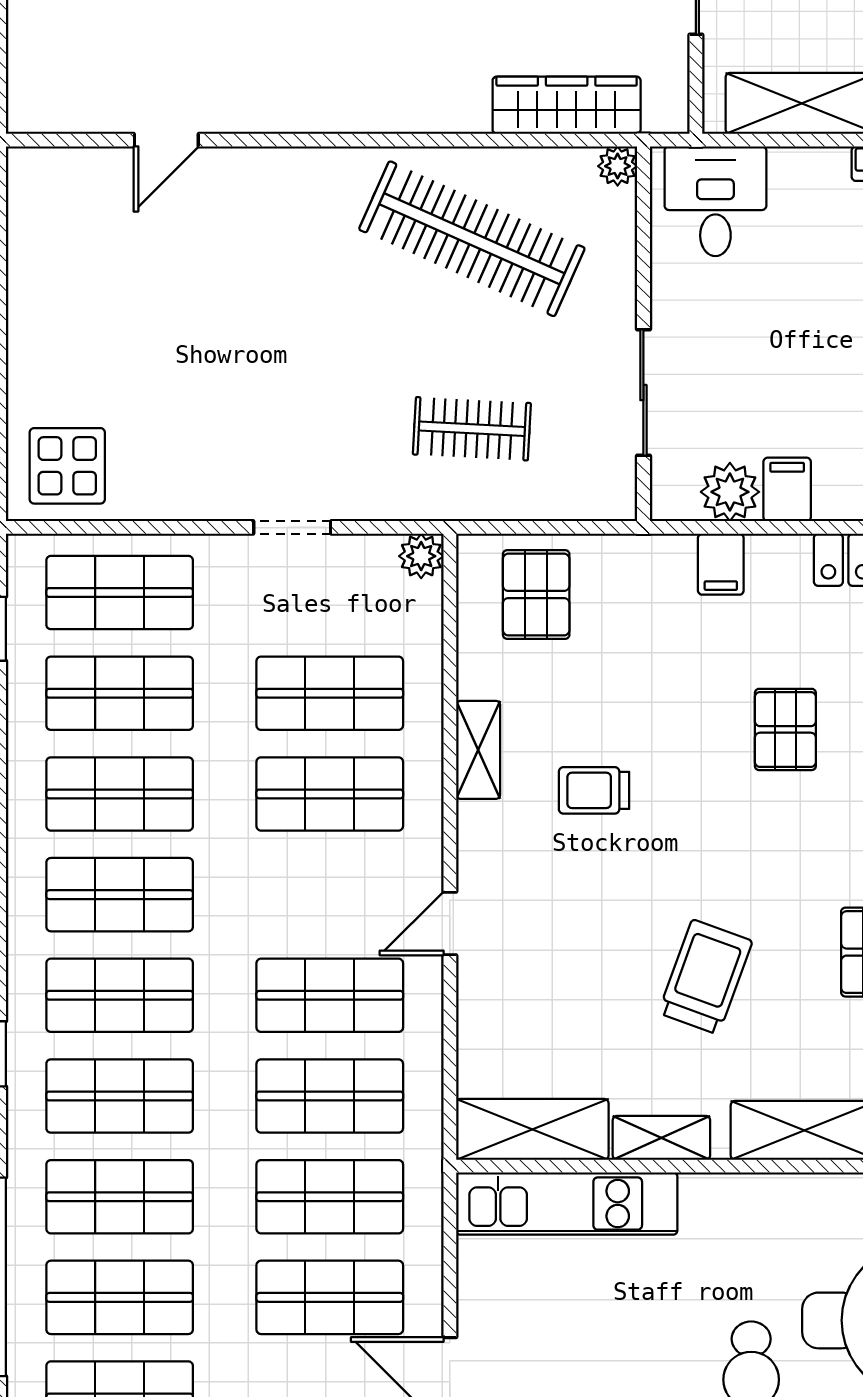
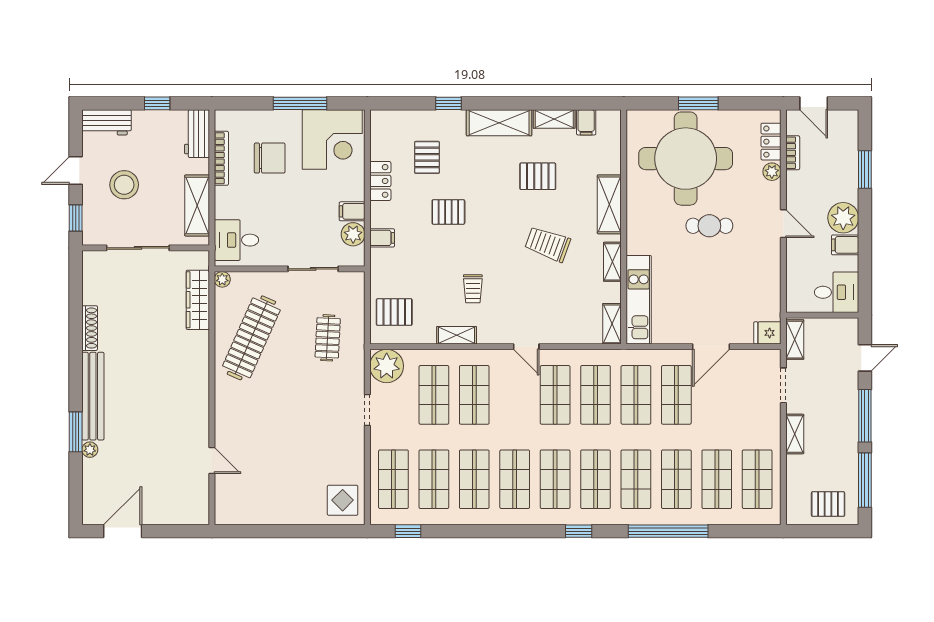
plant: (421, 556) -> (387, 366), width x1.88, depth x1.88
shelving: (532, 1129) -> (612, 324), width x0.67, depth x0.75

